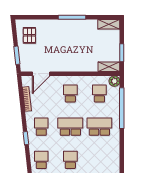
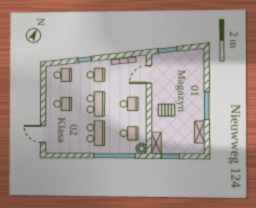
shelving: (109, 24) -> (200, 132), moved
pallet: (29, 35) -> (166, 110), moved
door: (41, 74) -> (149, 74), hinge flipped

